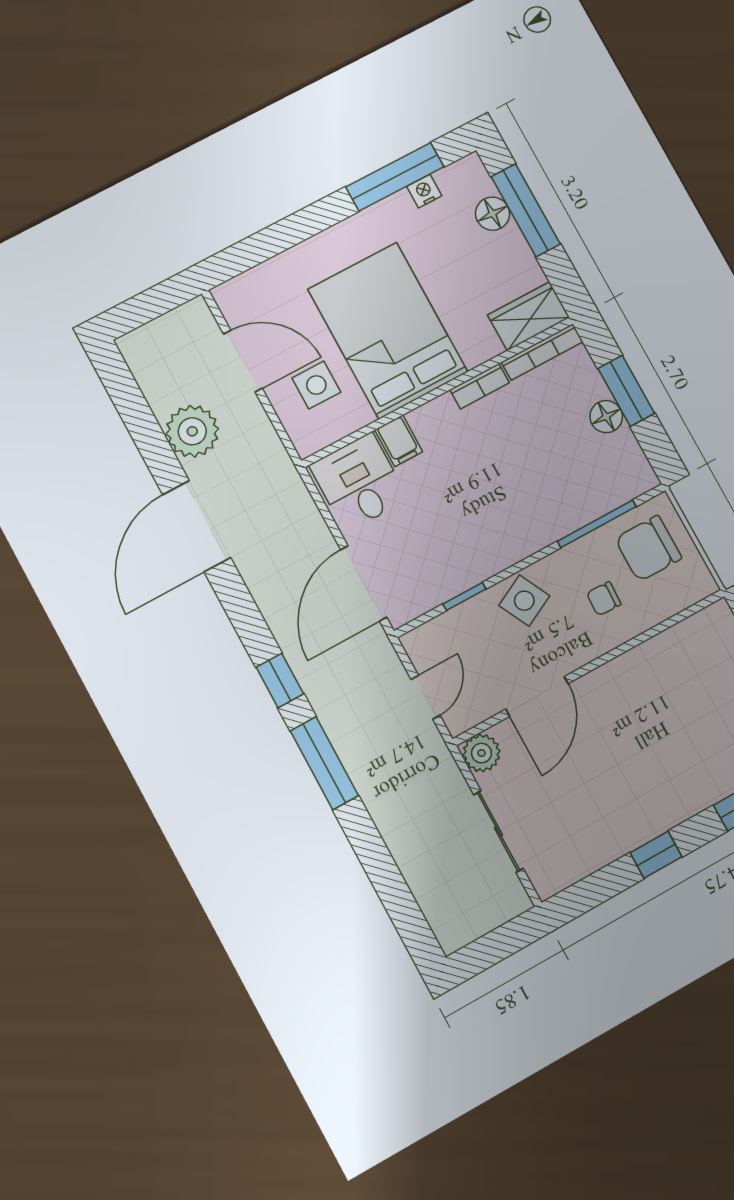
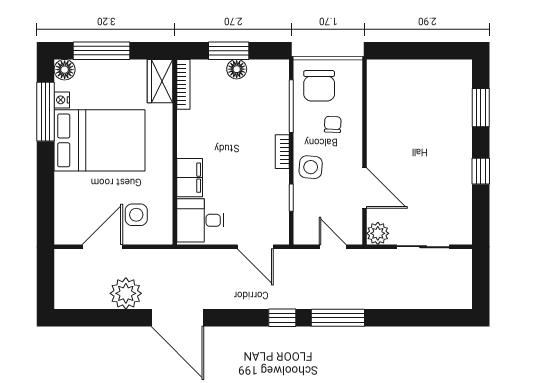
floor lamp: (493, 214) -> (65, 70), moved
bed: (388, 331) -> (100, 140), moved, turned 180
bookcase: (480, 386) -> (282, 152), moved, turned 180
filing cabinet: (399, 441) -> (190, 178), width x2.00
door: (364, 583) -> (255, 247), width x0.73
chair: (604, 599) -> (333, 124), turned 180
side table: (524, 601) -> (311, 167), turned 32

